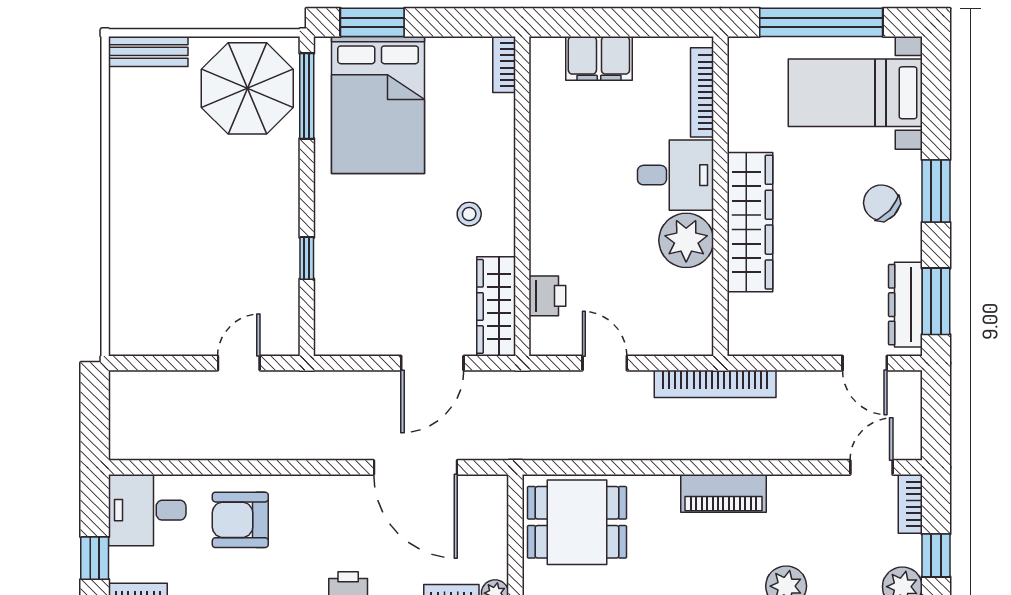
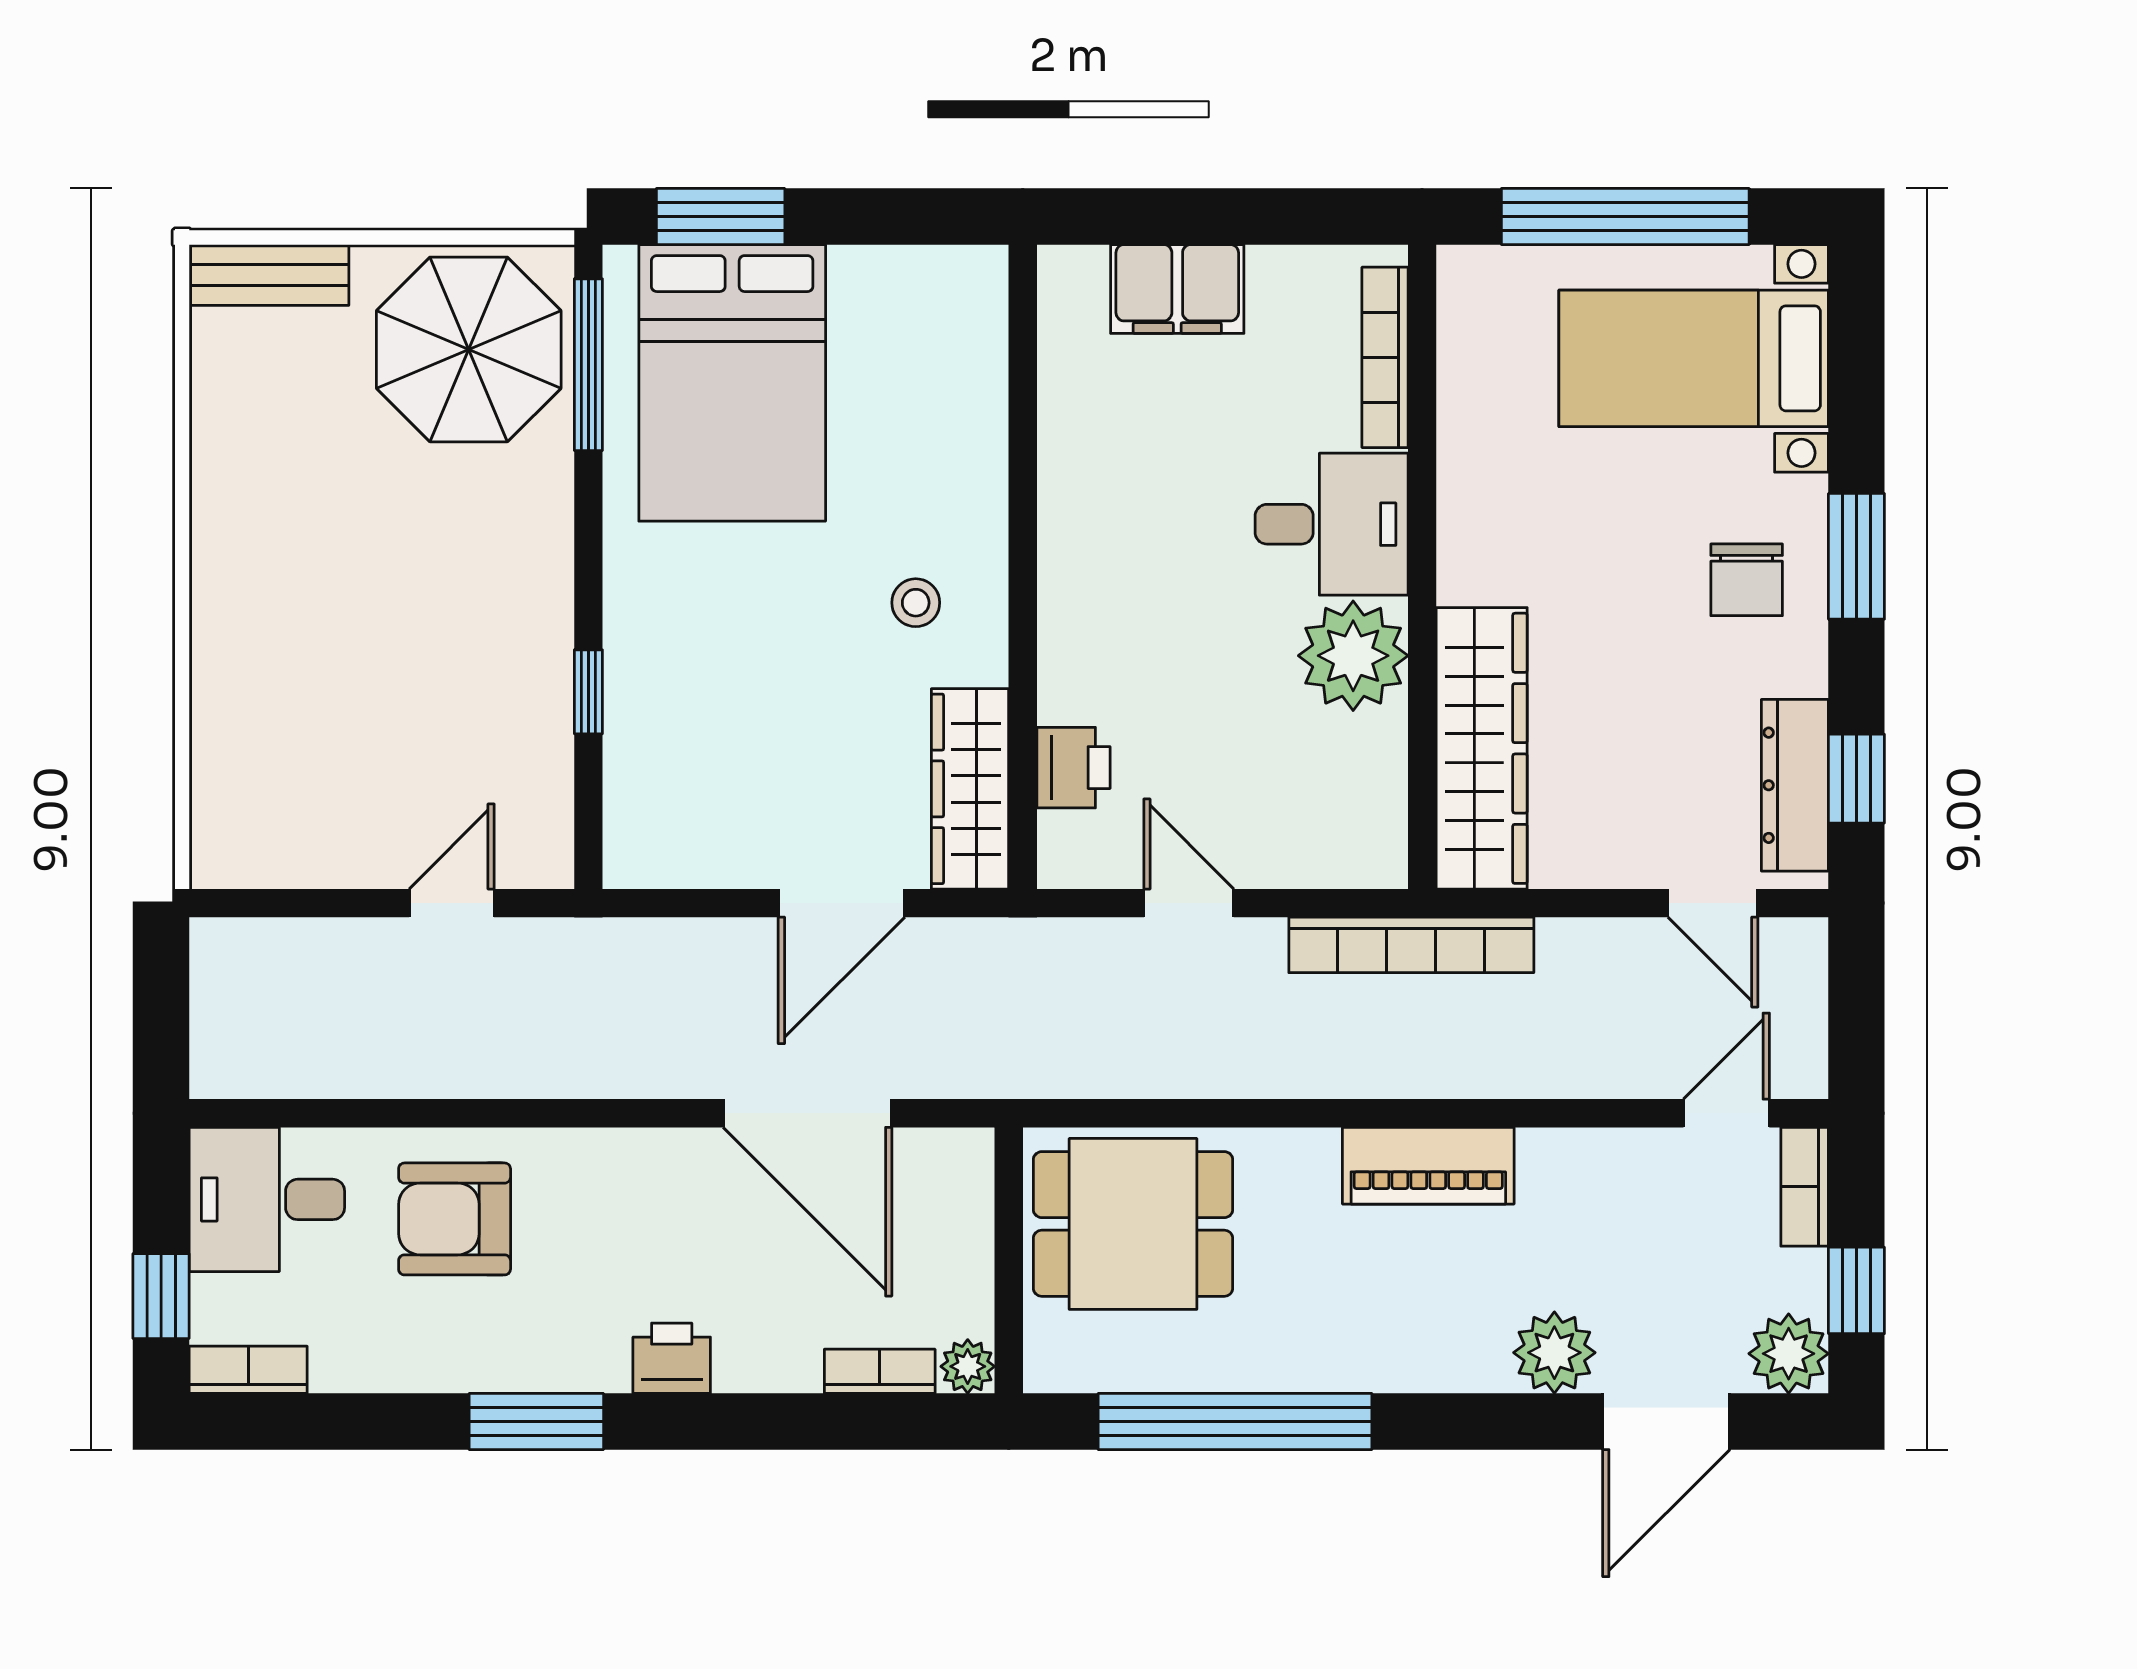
bookcase: (504, 64) -> (986, 301), removed
chair: (881, 203) -> (1747, 580), turned -133
wardrobe: (750, 222) -> (1482, 748), moved
window: (936, 301) -> (1856, 779), width x0.67

